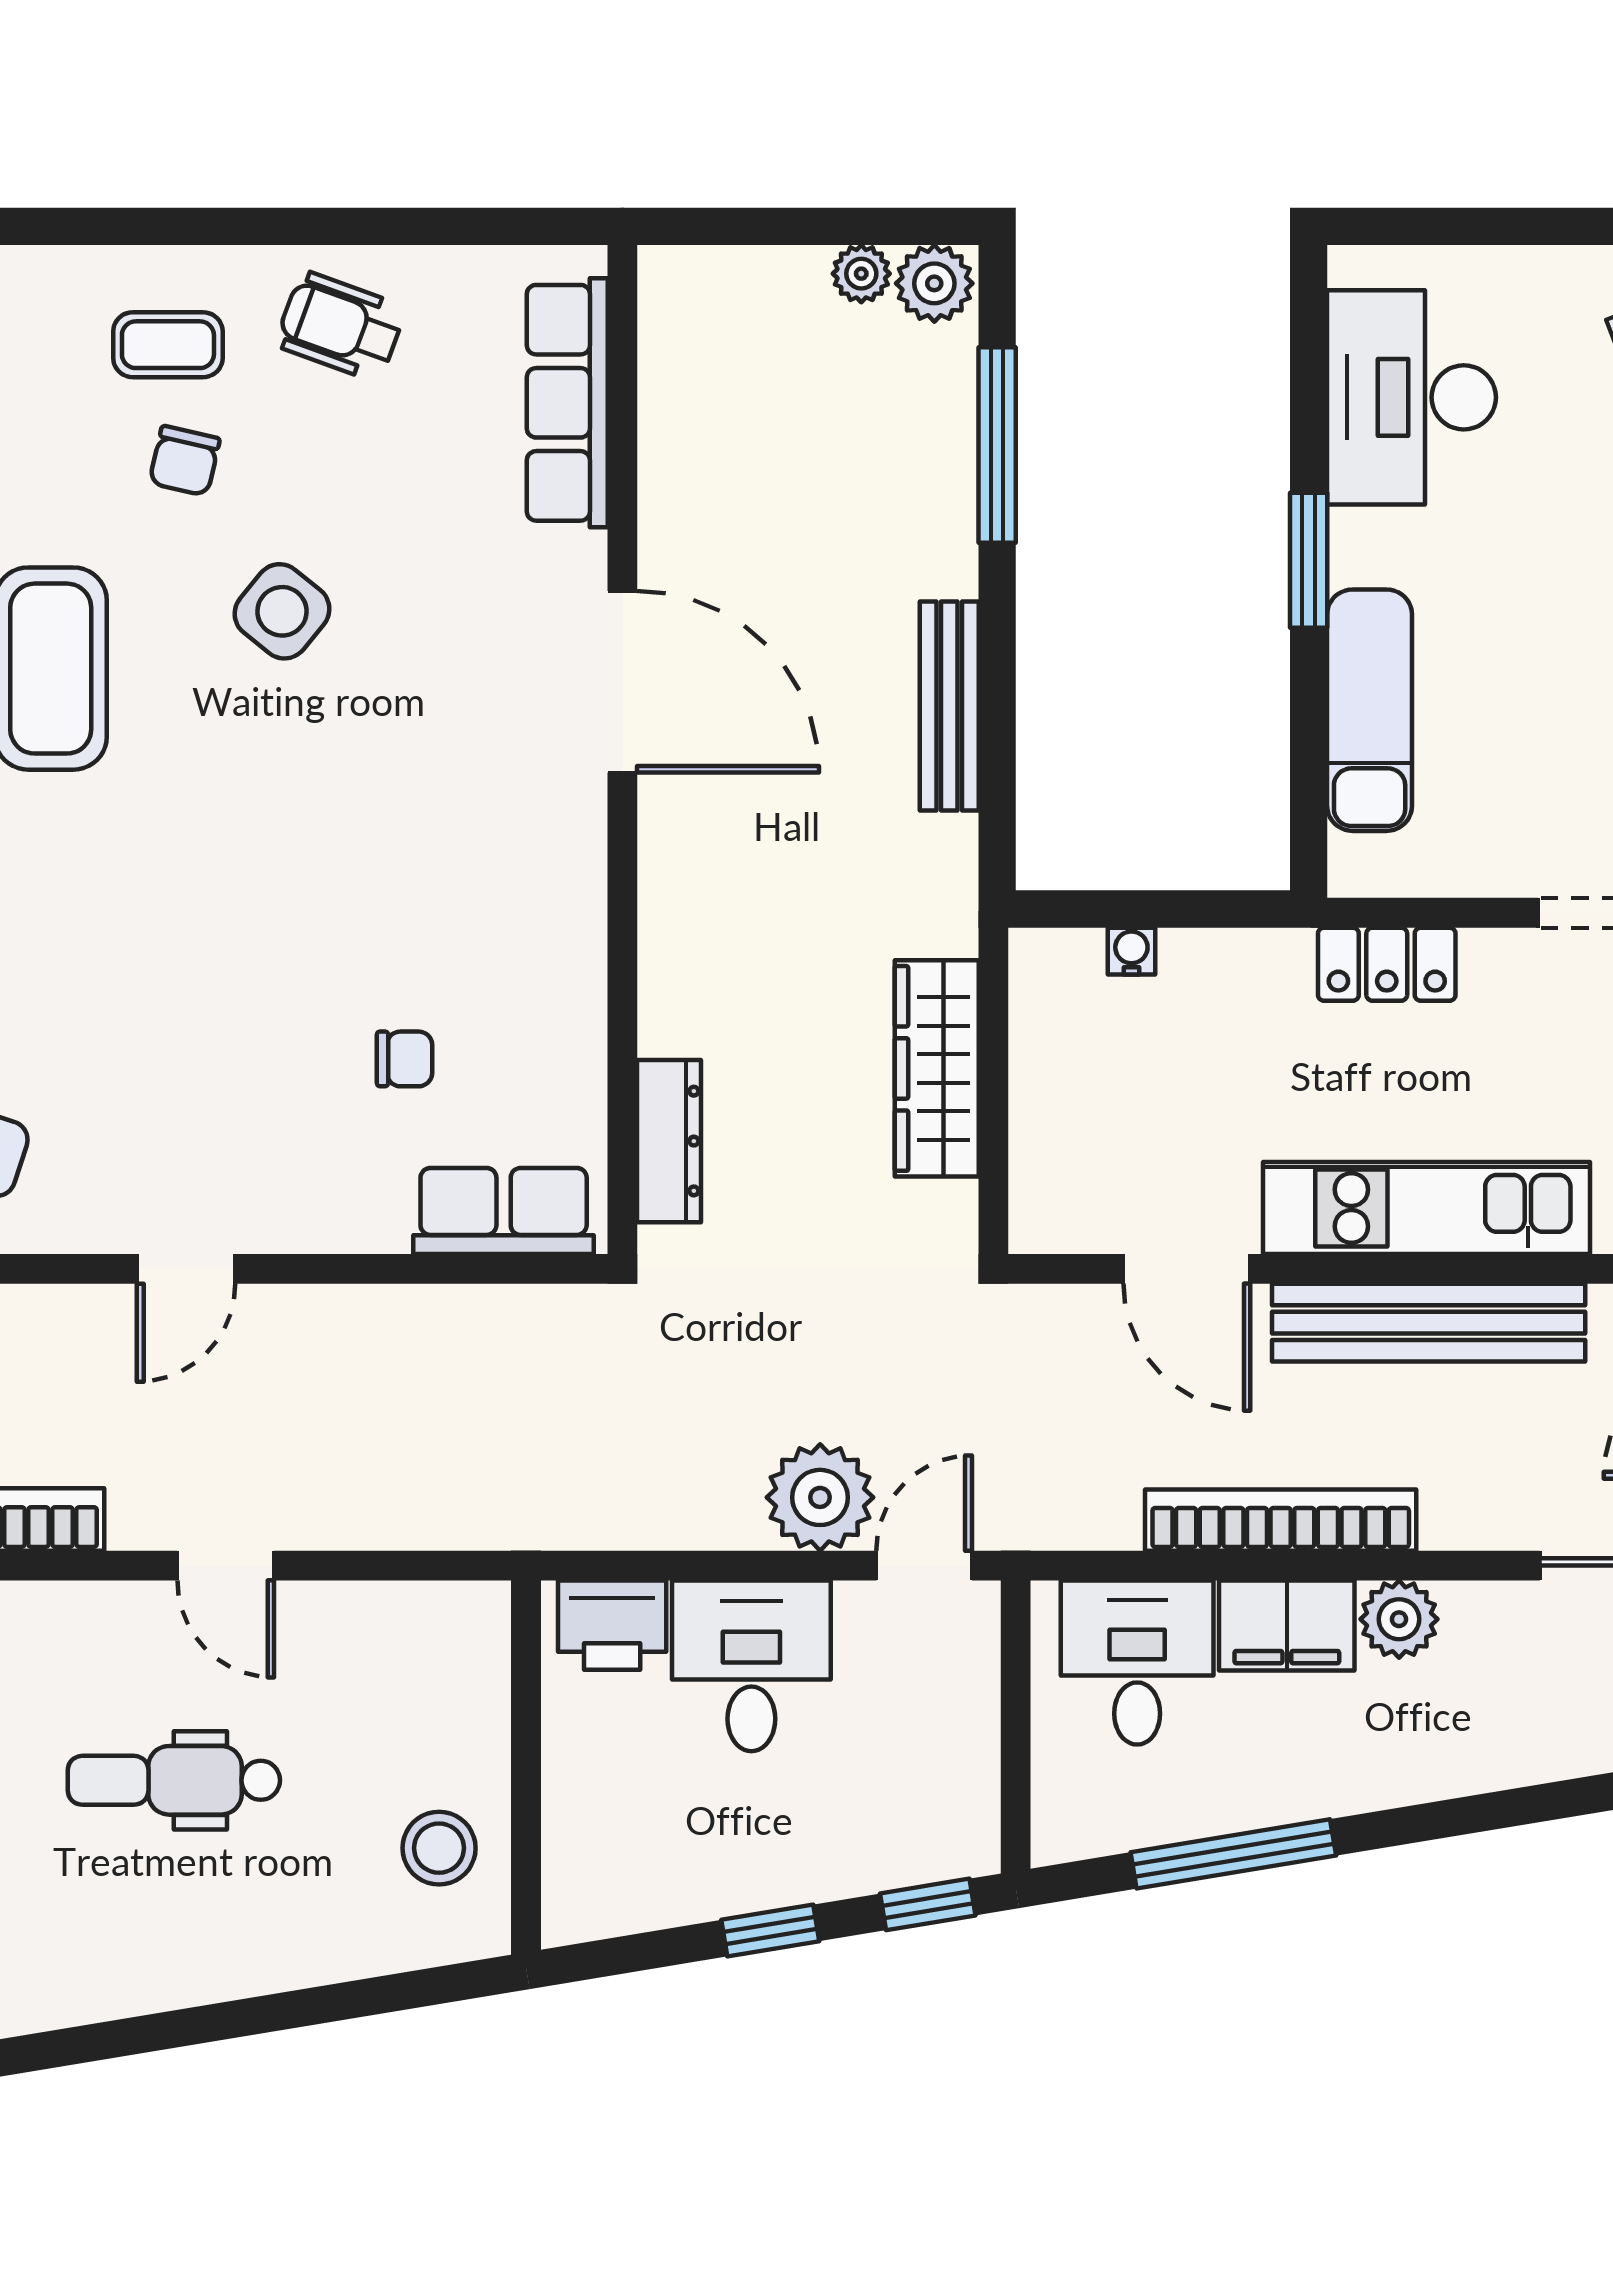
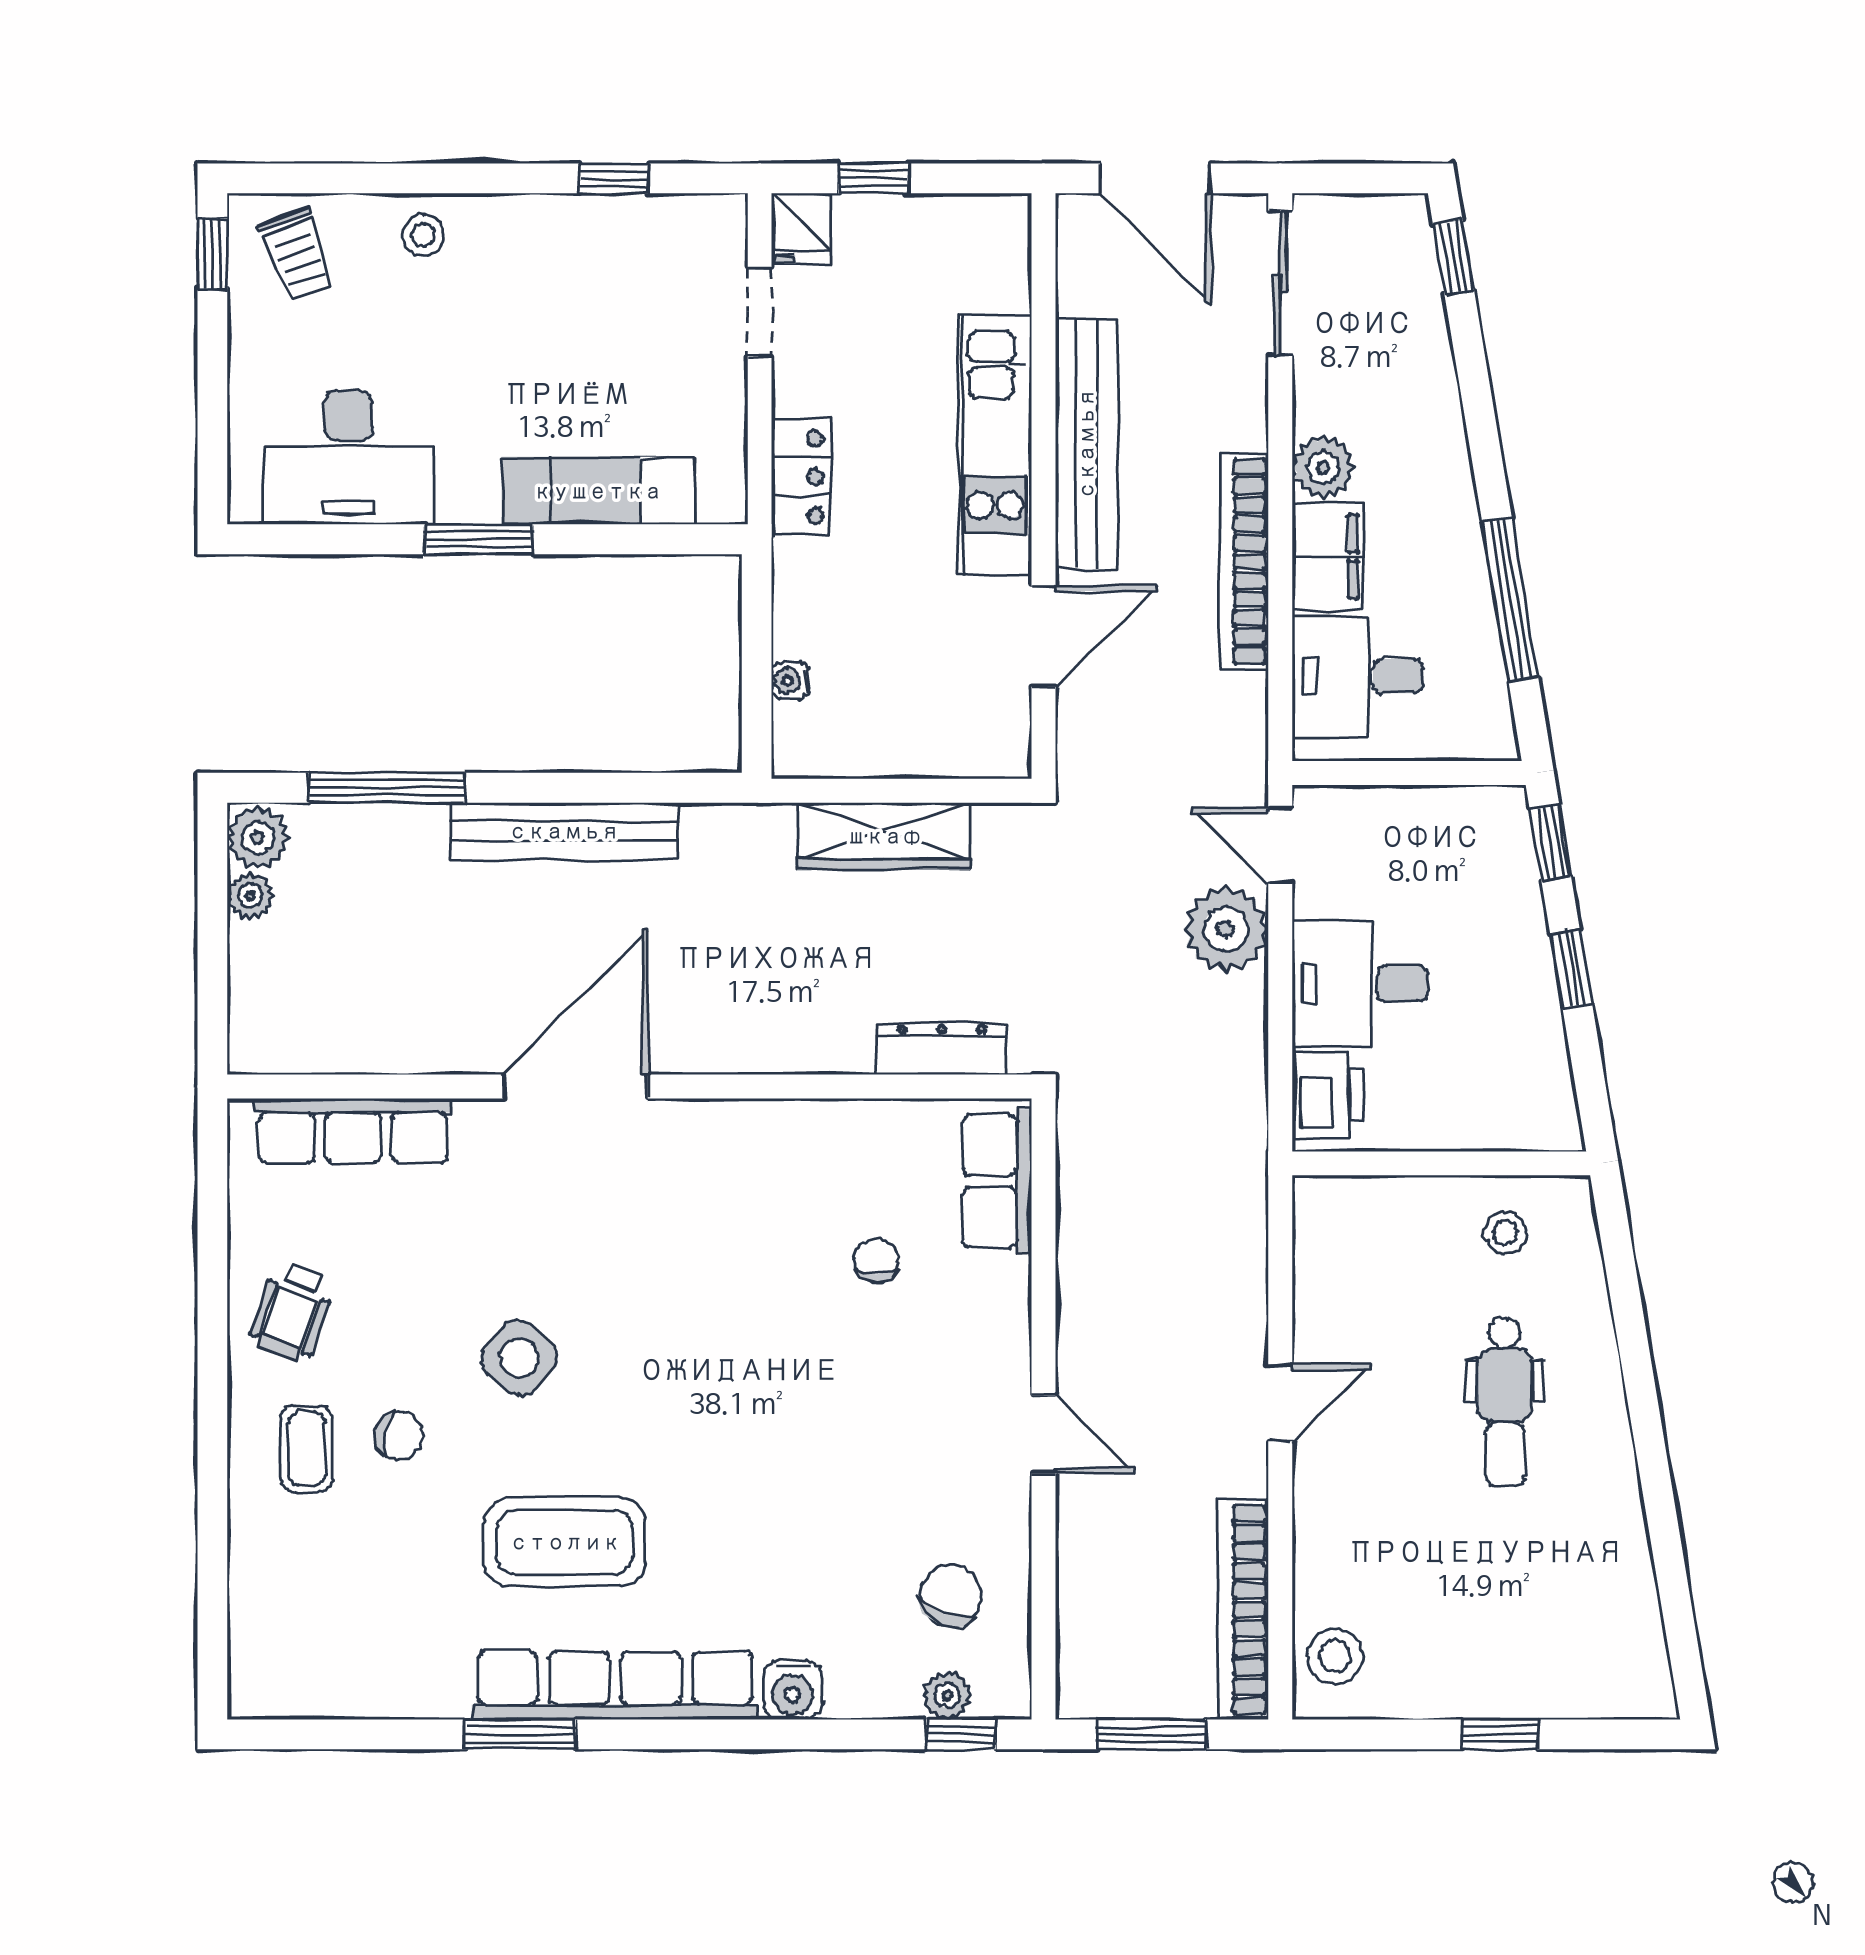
bench: (949, 706) -> (564, 831), width x1.37, depth x1.21
dental chair: (174, 1780) -> (1505, 1402), moved
stool: (439, 1848) -> (1505, 1233), width x0.73, depth x0.73

